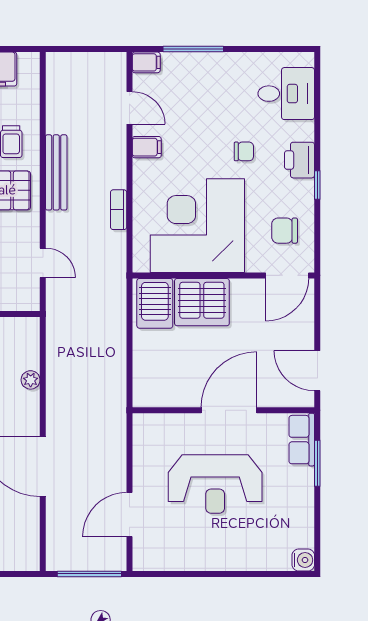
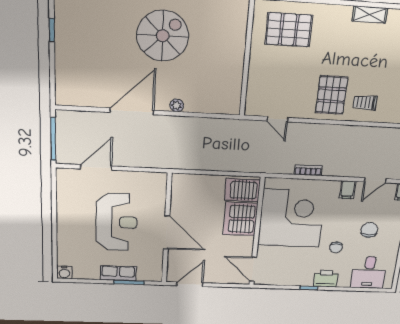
bench: (56, 172) -> (339, 131), removed
chair: (285, 231) -> (369, 230), moved
door: (43, 263) -> (278, 119), hinge flipped
plant: (31, 380) -> (177, 105), moved
row of seats: (302, 440) -> (118, 273), moved
reception desk: (215, 484) -> (117, 222), turned 180
door: (129, 515) -> (96, 167), hinge flipped

